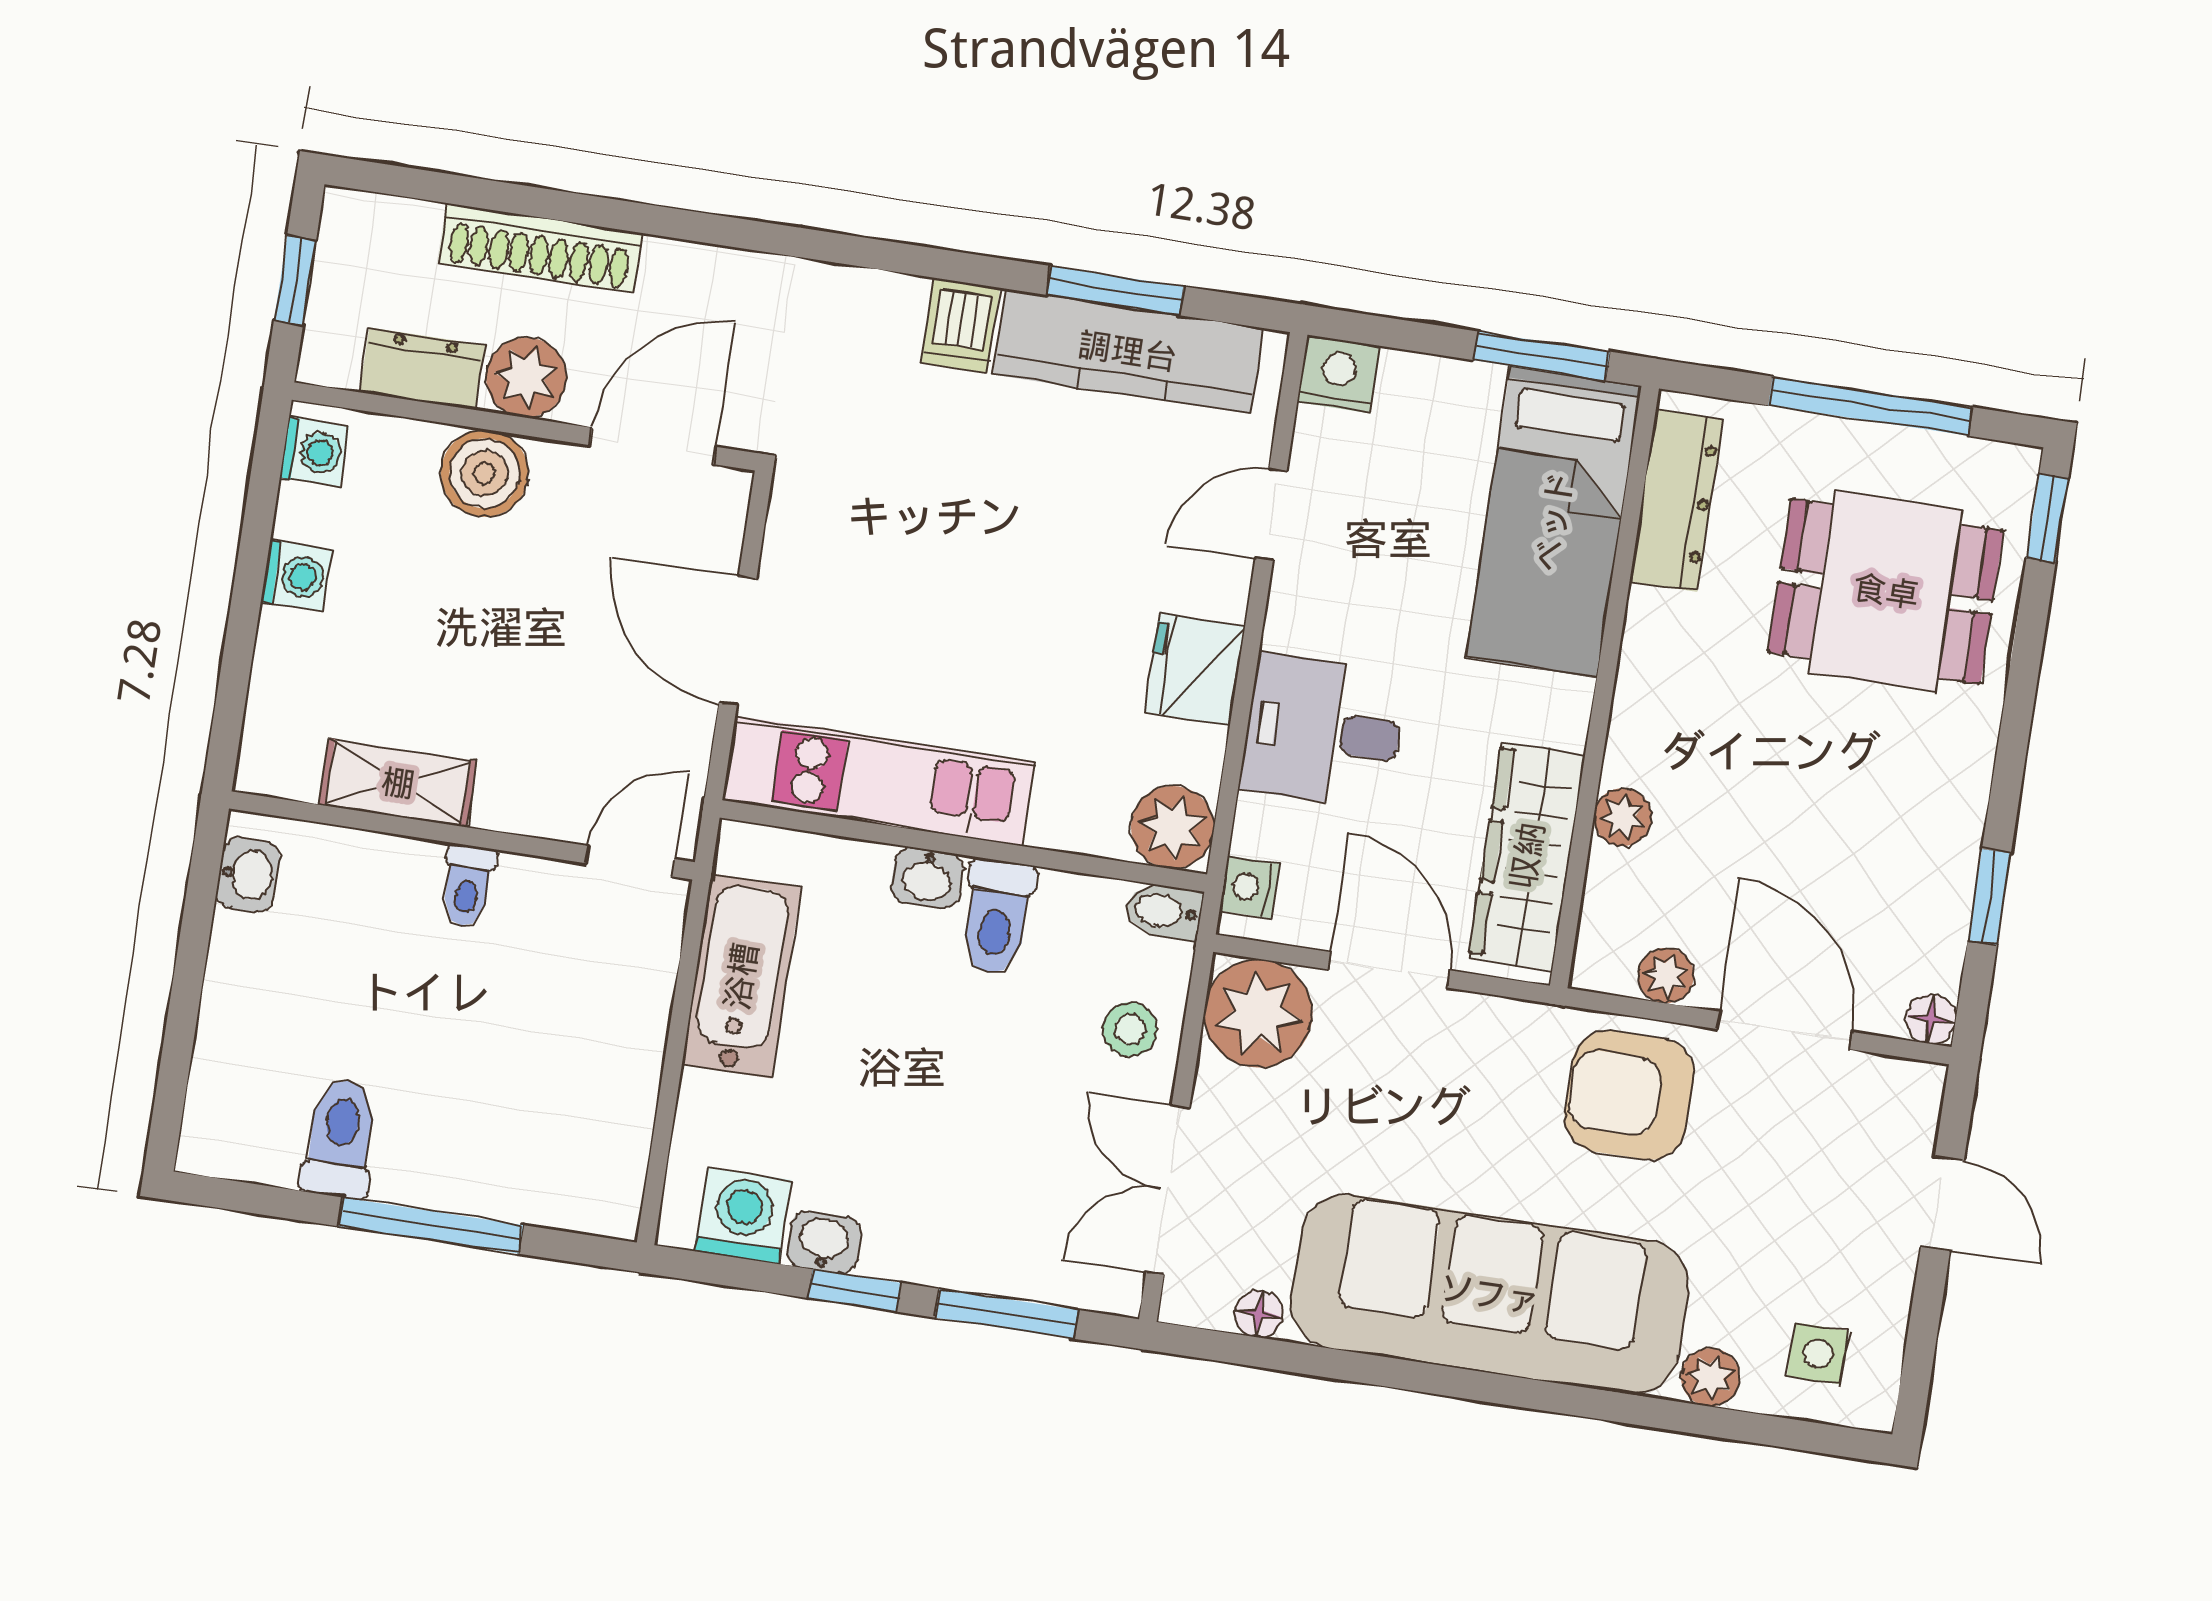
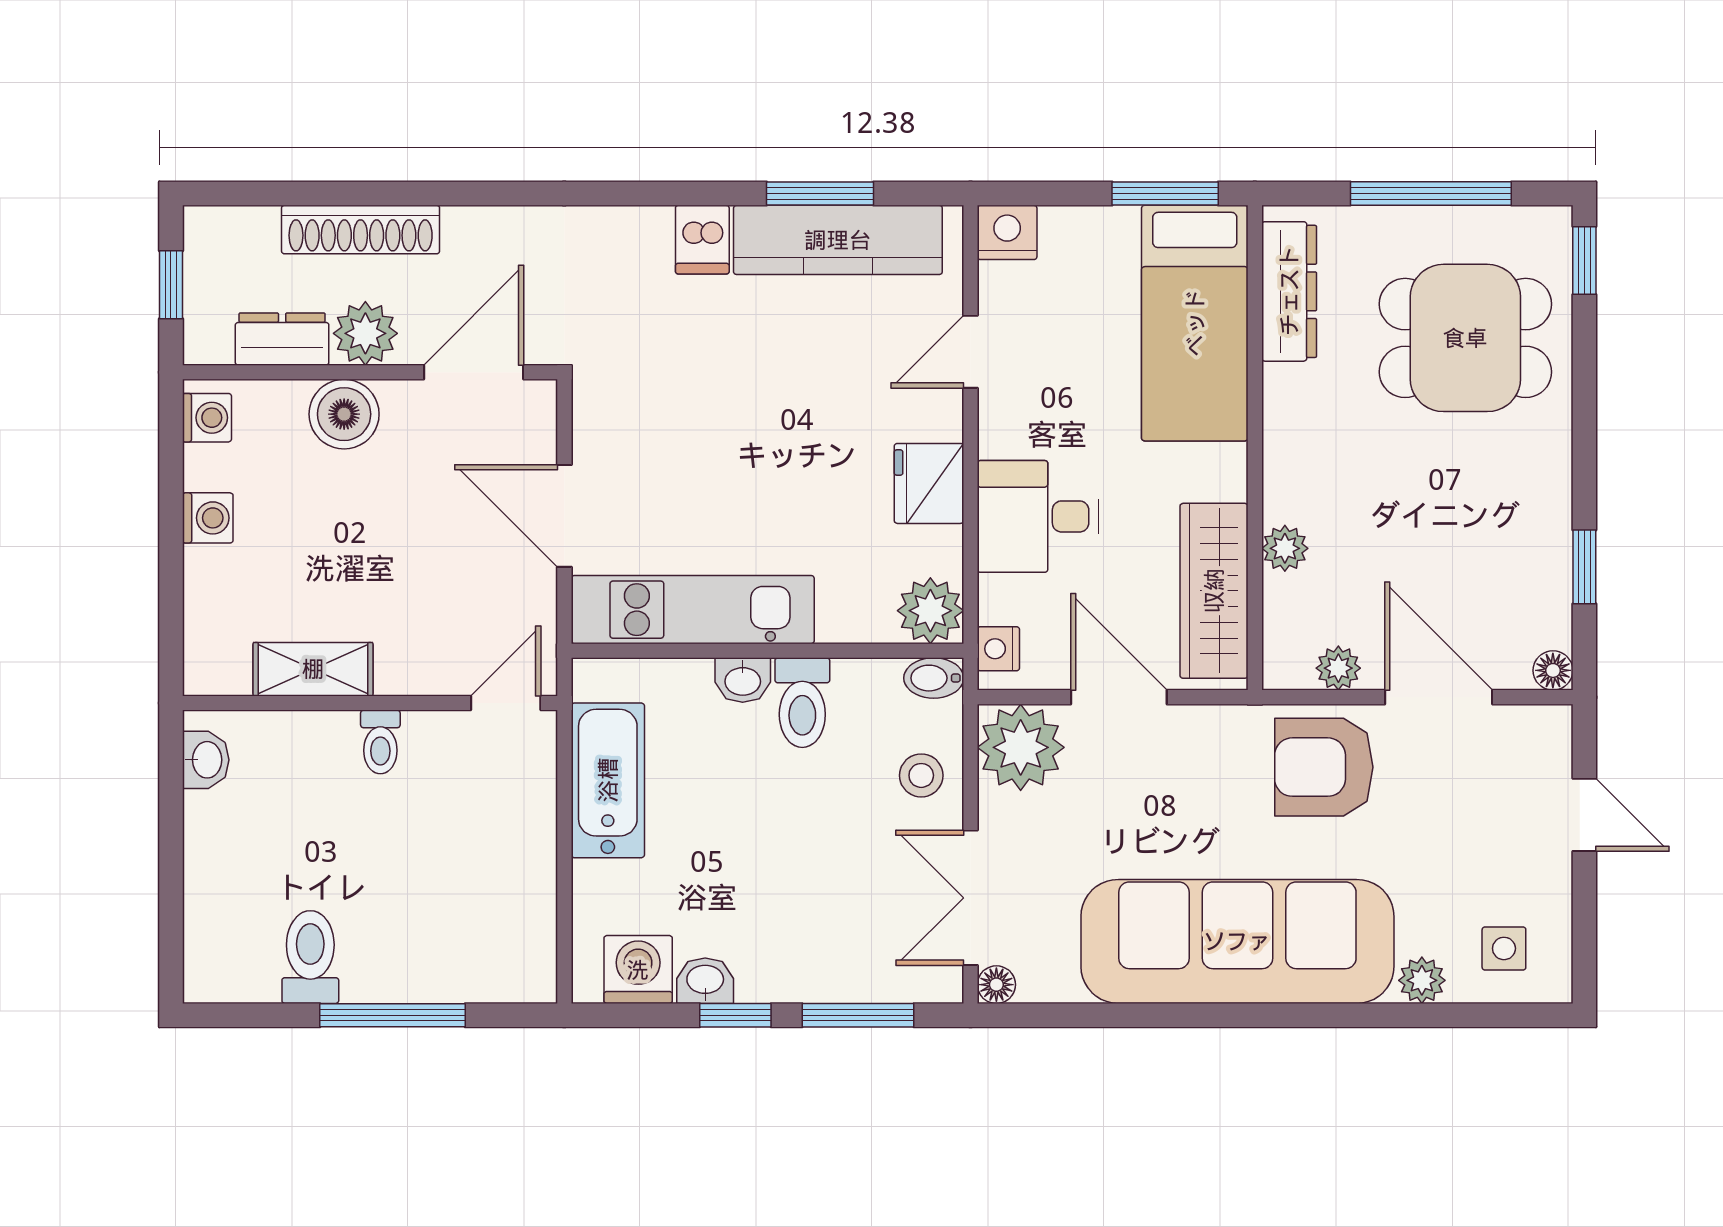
floor lamp: (1259, 1314) -> (996, 985), moved

